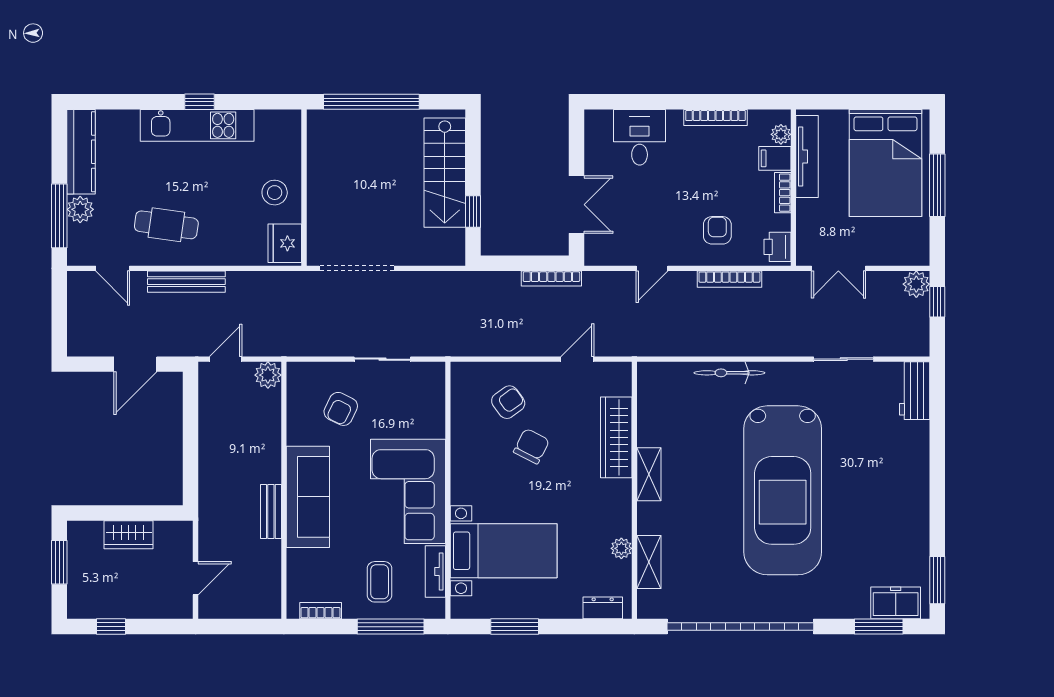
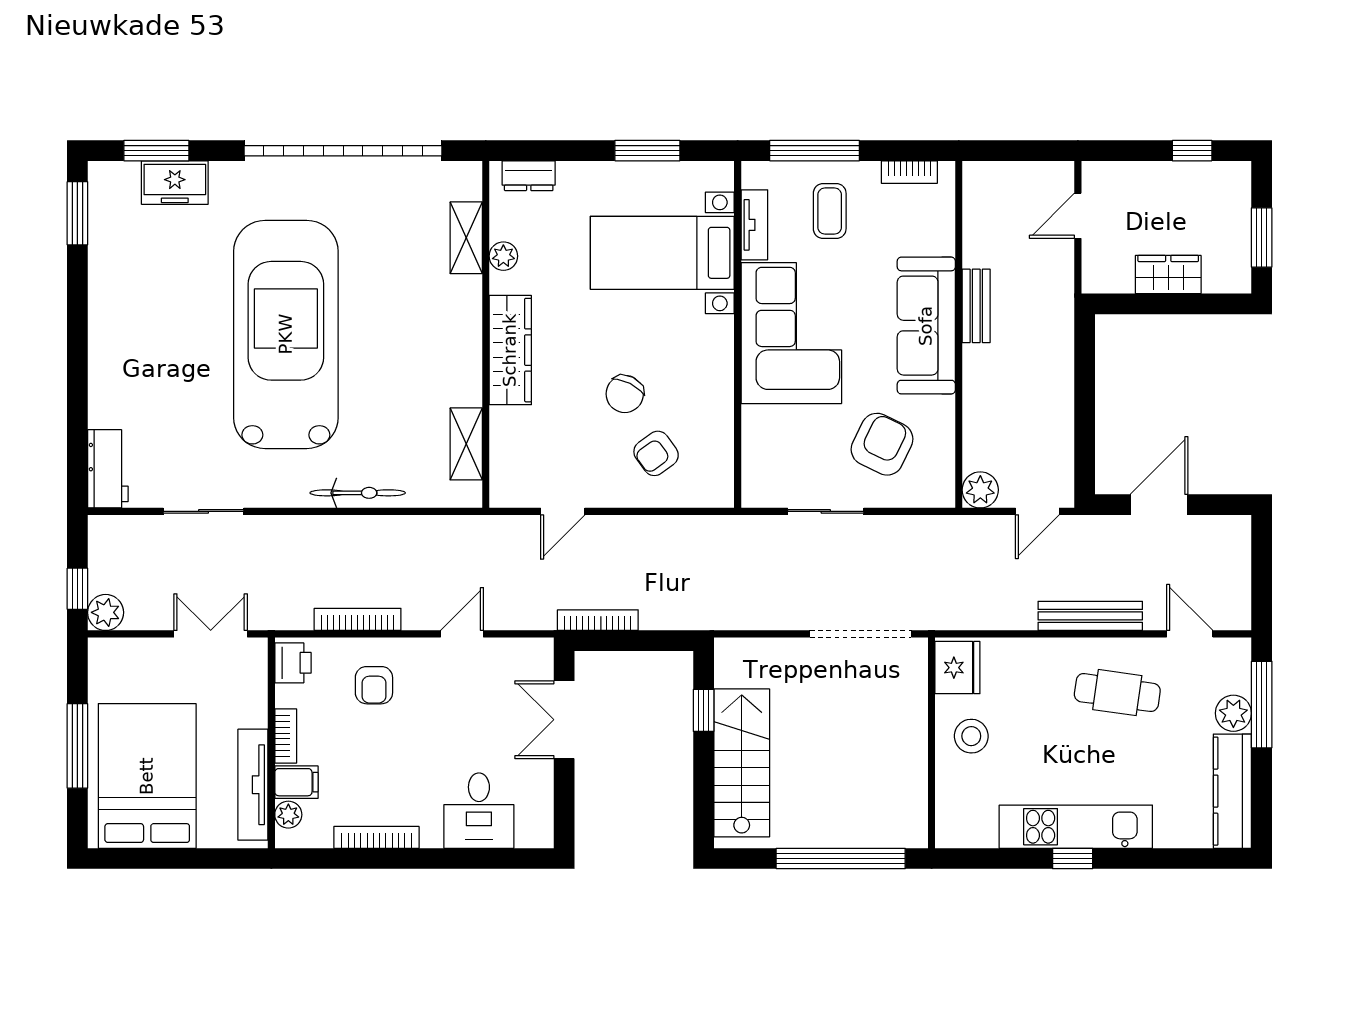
armchair: (341, 409) -> (882, 444), width x1.38, depth x1.38
wardrobe: (616, 437) -> (510, 350), moved
shelving: (649, 474) -> (466, 444), moved
freezer: (896, 603) -> (175, 183), moved

